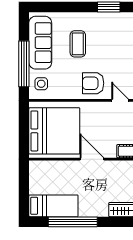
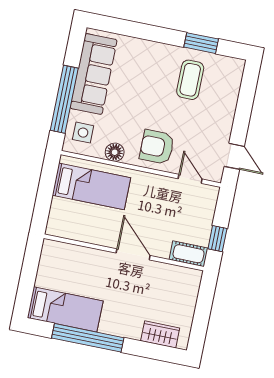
coffee table: (78, 44) -> (190, 80), moved
floor lamp: (65, 93) -> (115, 152), added
bed: (54, 131) -> (91, 186), width x0.49

